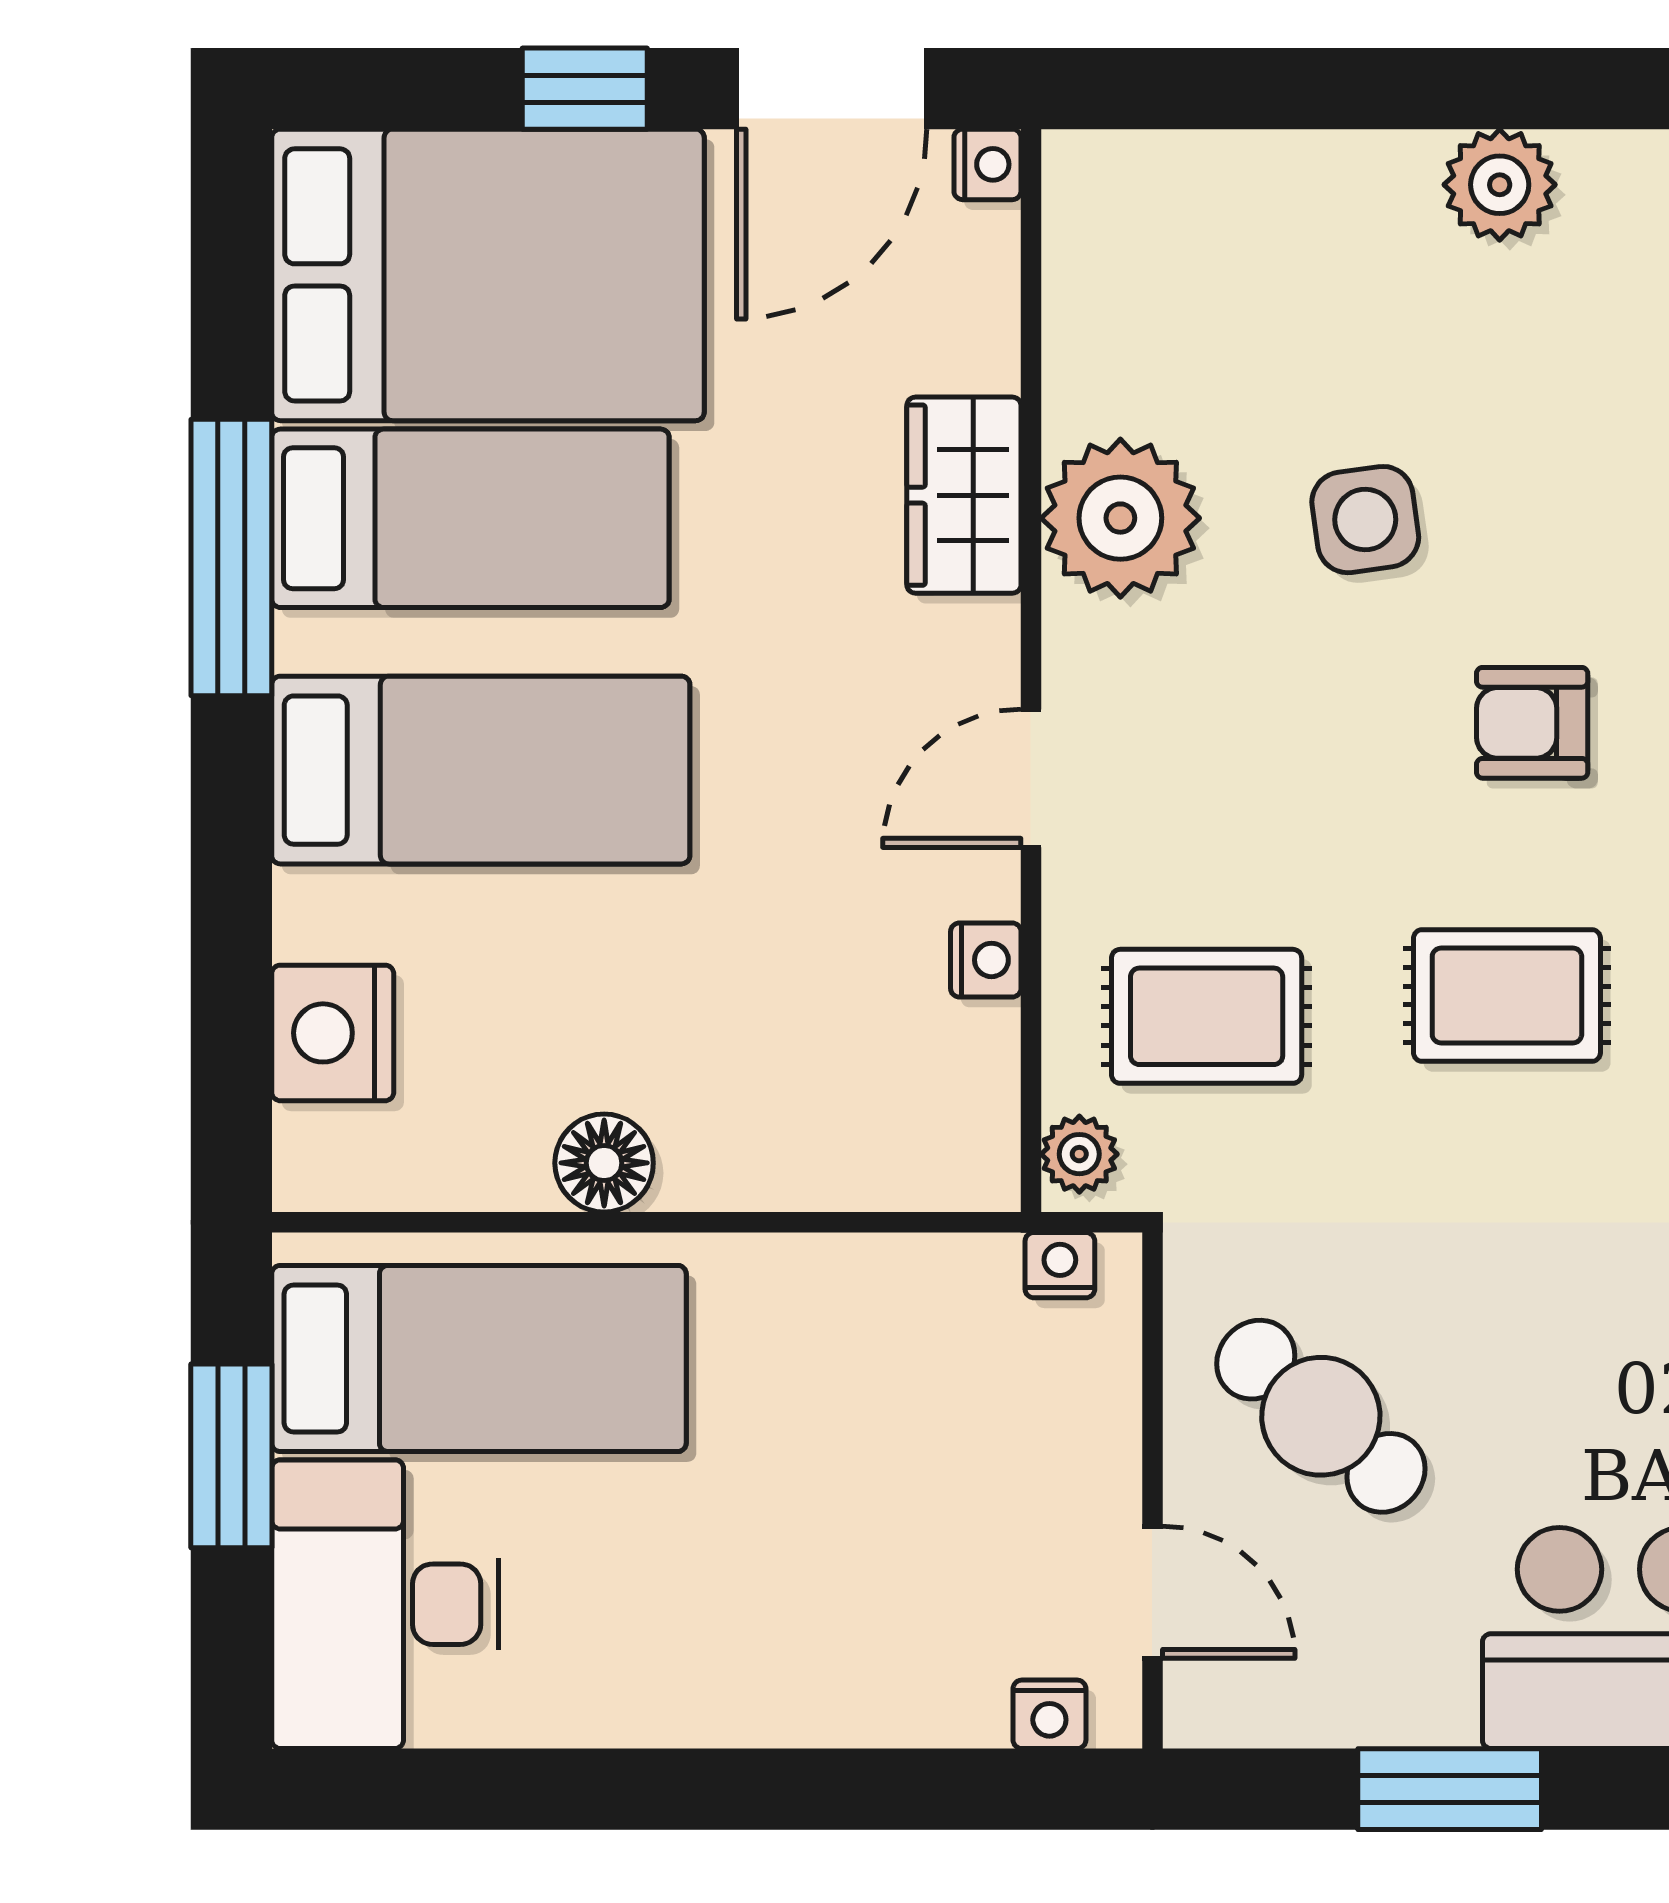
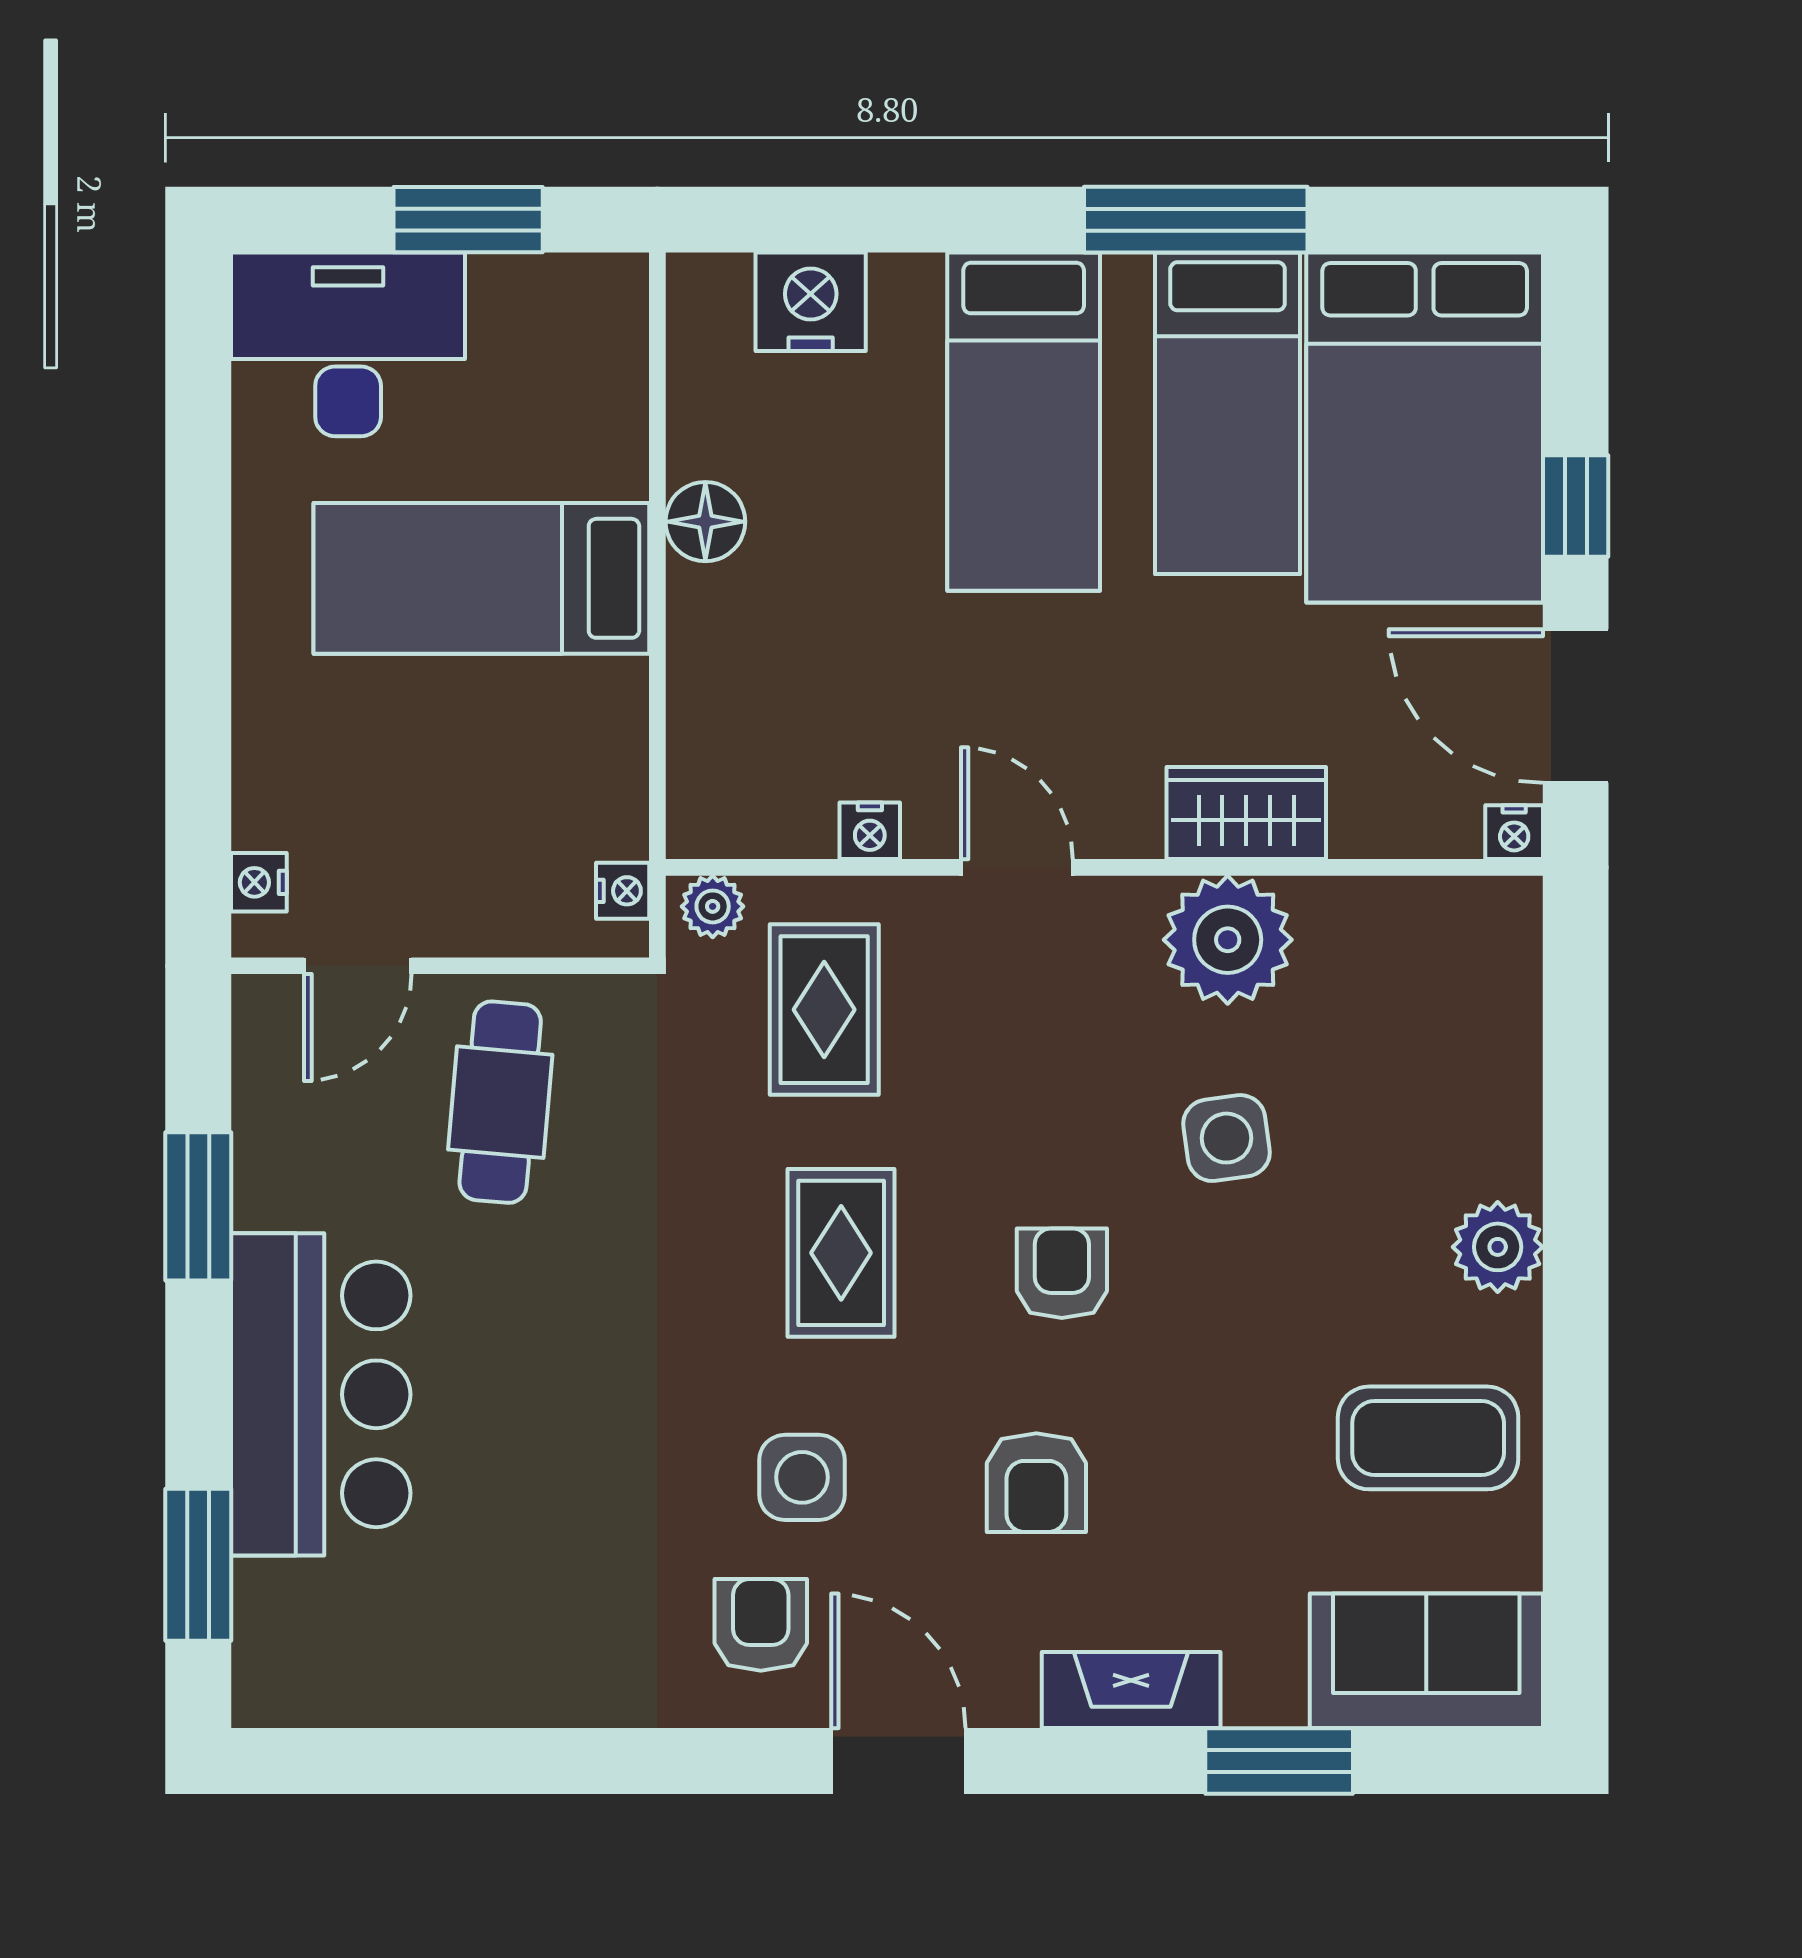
bed: (479, 1358) -> (481, 578), moved, turned 90
cafe table: (1321, 1416) -> (500, 1102), turned -36

